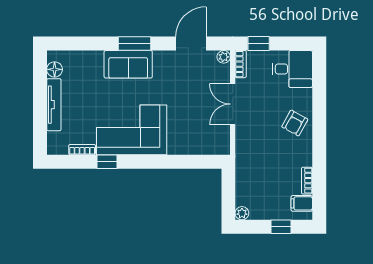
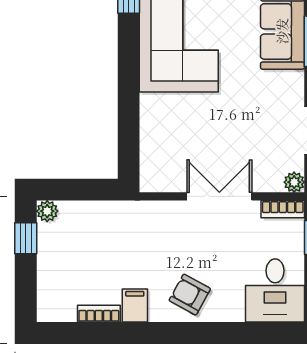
filing cabinet: (302, 203) -> (135, 305), moved
window: (281, 227) -> (26, 238), moved

